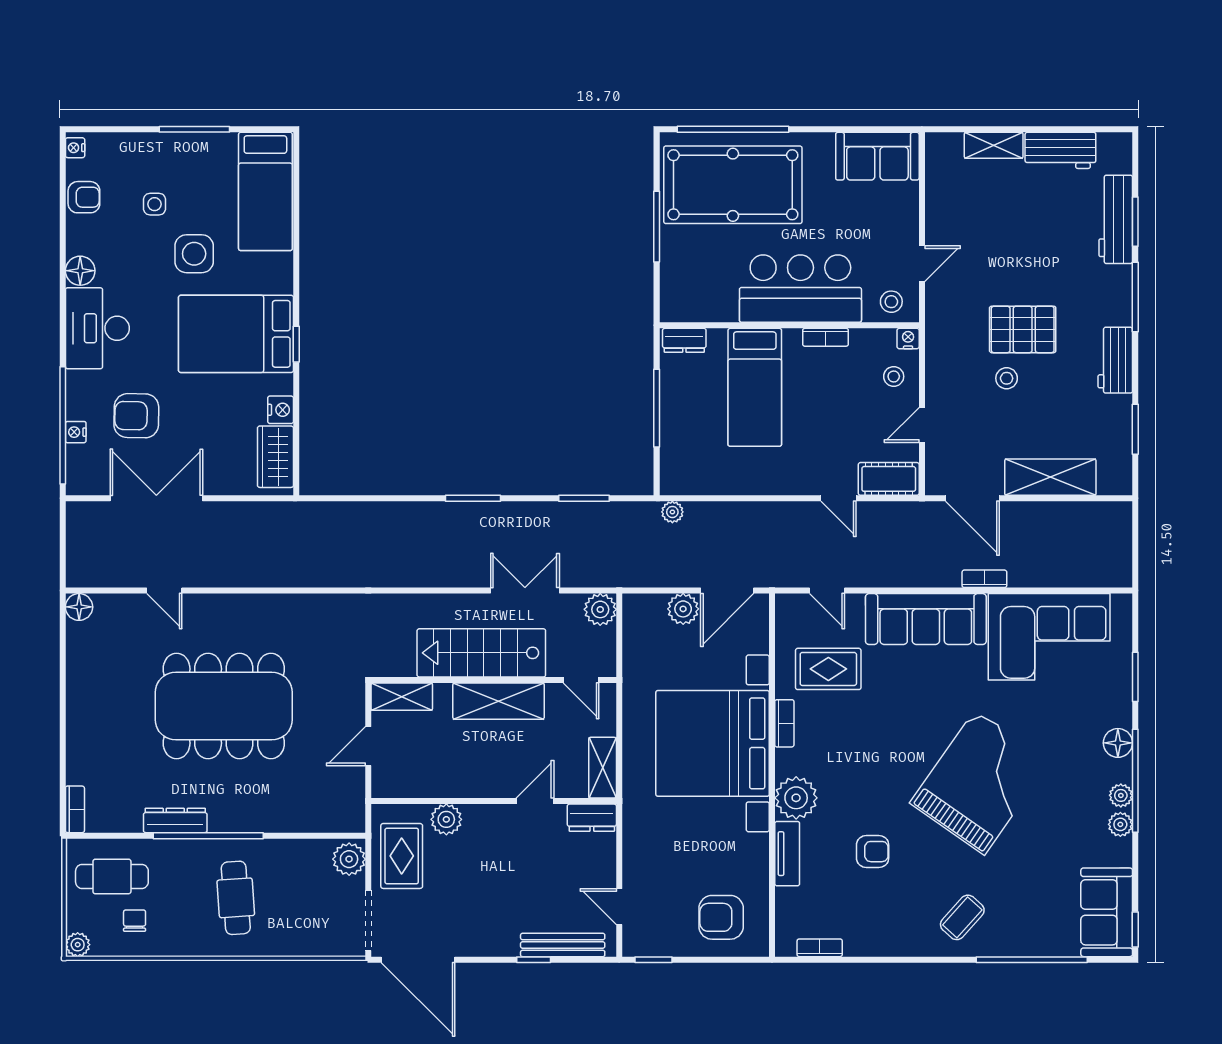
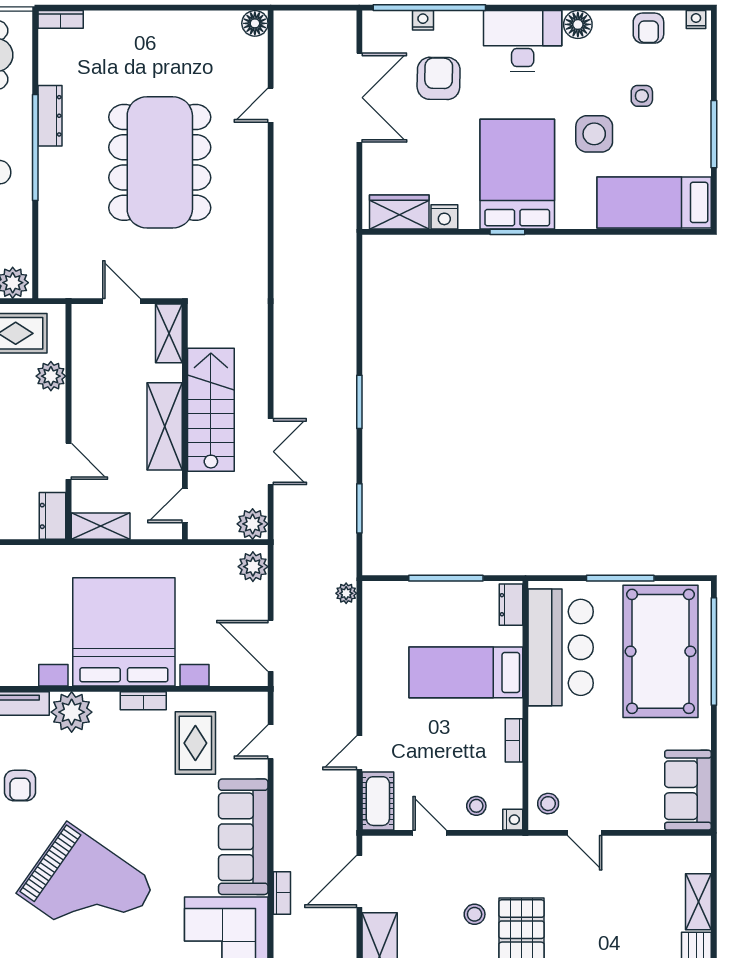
bar counter: (800, 289) -> (561, 647), moved
plant: (683, 609) -> (253, 567), moved

